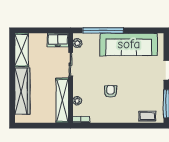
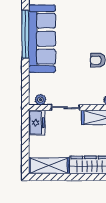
window: (103, 30) -> (25, 34), moved

